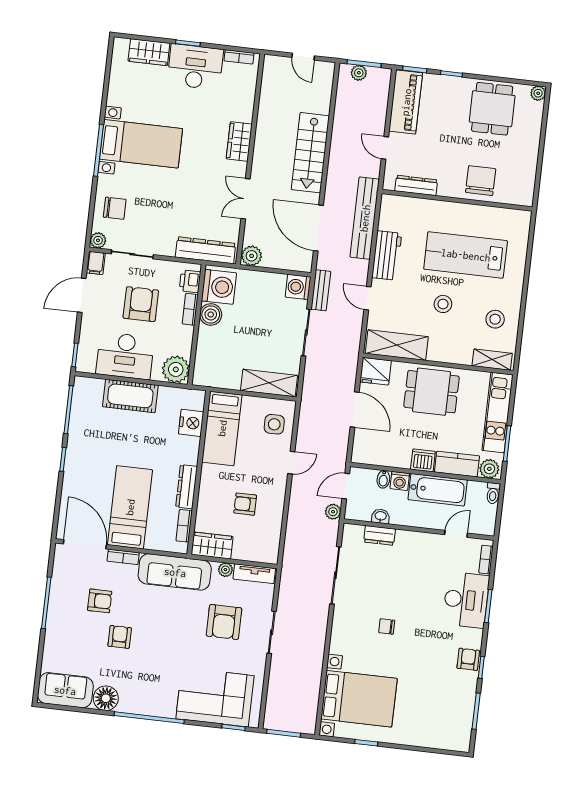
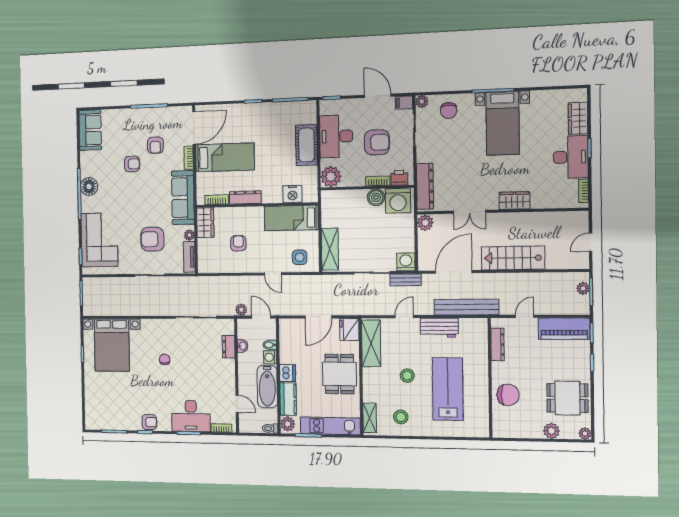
plant: (531, 133) -> (551, 431), added
double door: (246, 199) -> (469, 212), swing flipped
floor lamp: (106, 698) -> (89, 187), moved

